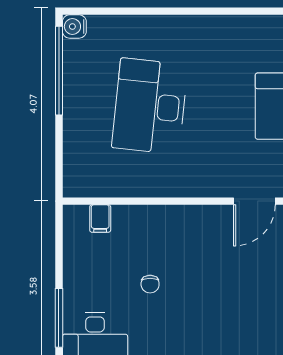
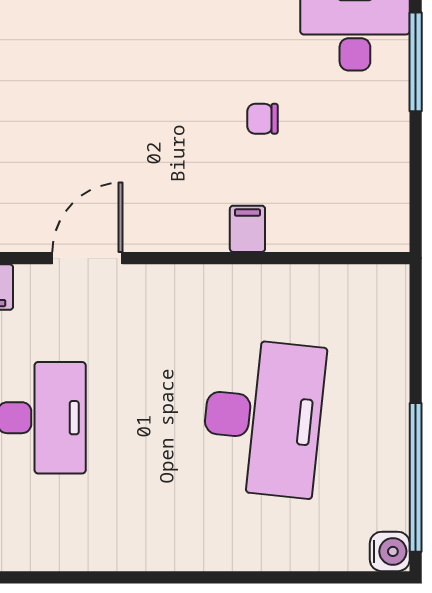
filing cabinet: (100, 219) -> (247, 229), moved
chair: (150, 284) -> (262, 119), turned -90

